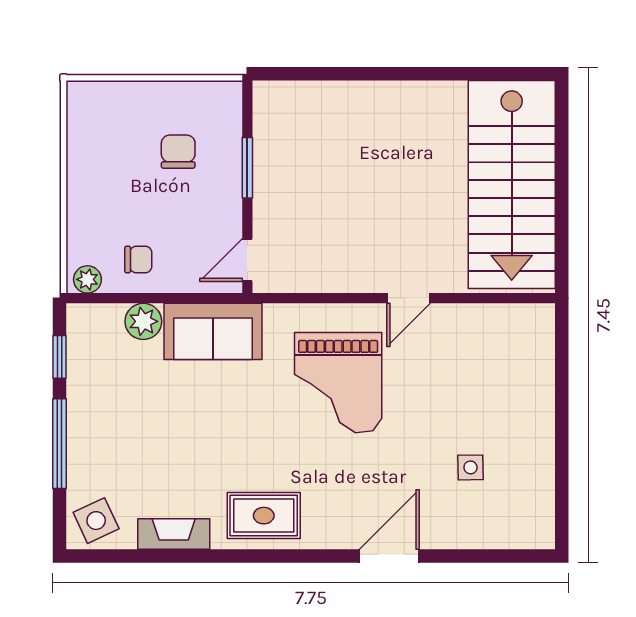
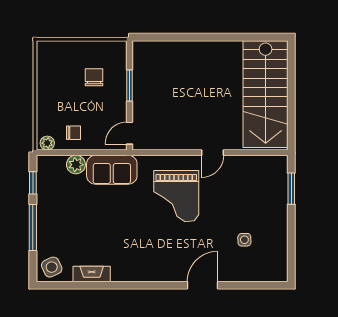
window: (562, 368) -> (291, 189), added
rug: (264, 516) -> (138, 265), removed

